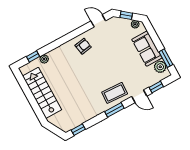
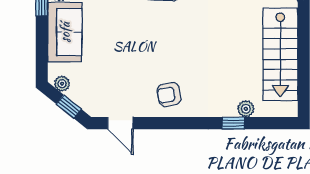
window: (33, 57) -> (233, 123), moved

